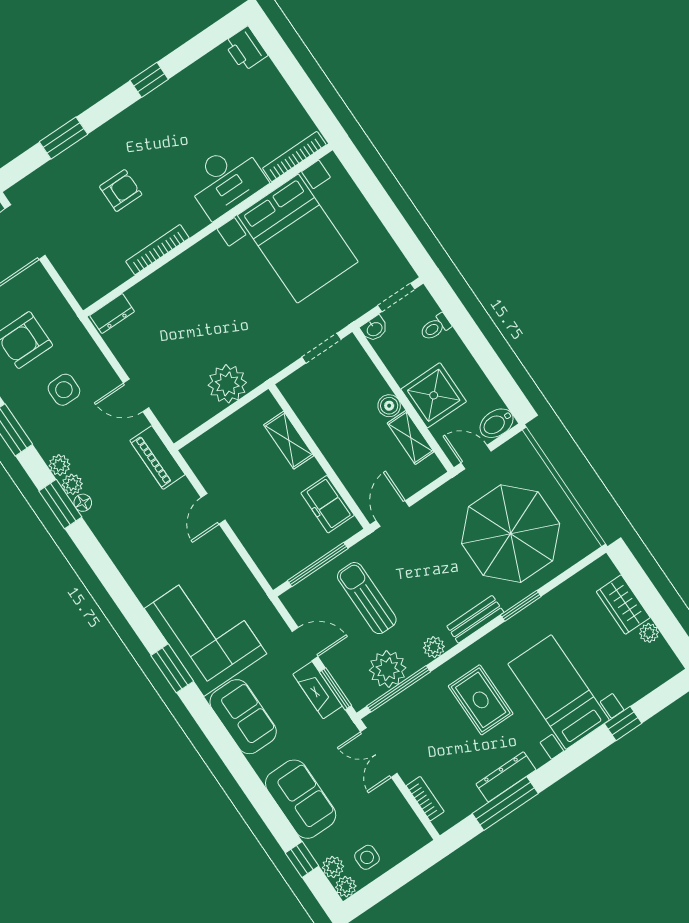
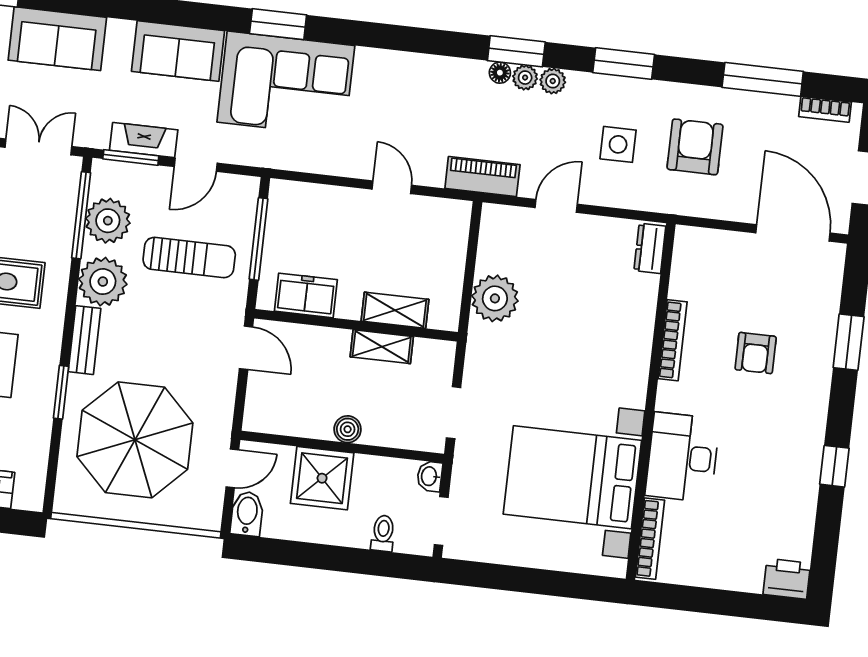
shelving: (411, 437) -> (382, 347), moved
plant: (434, 647) -> (103, 282), width x1.88, depth x1.88

